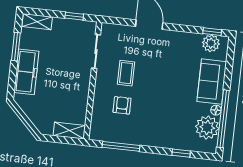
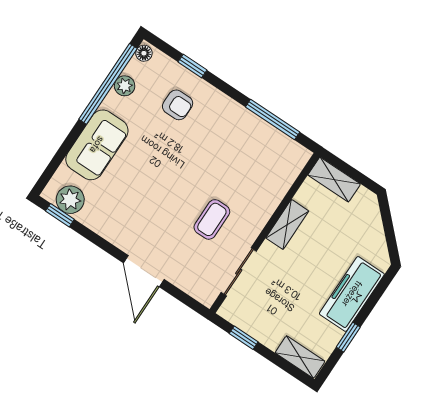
window: (16, 47) -> (348, 337), width x0.67
shelving: (82, 92) -> (287, 224), added
armchair: (122, 105) -> (178, 105), moved, turned -90
floor lamp: (216, 110) -> (144, 53), moved
plant: (207, 127) -> (125, 86), width x0.53, depth x0.53

